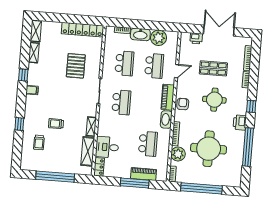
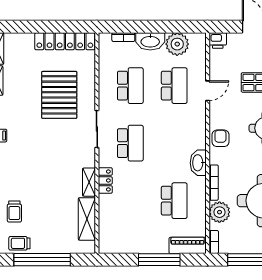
printer: (196, 38) -> (218, 40), moved
pallet: (76, 66) -> (59, 95), width x1.37, depth x1.41
piano: (168, 97) -> (198, 130), removed
trolley: (56, 124) -> (19, 243), moved
desk: (107, 147) -> (115, 210), removed
locker: (99, 167) -> (105, 180), moved
piano: (144, 174) -> (188, 245), moved

